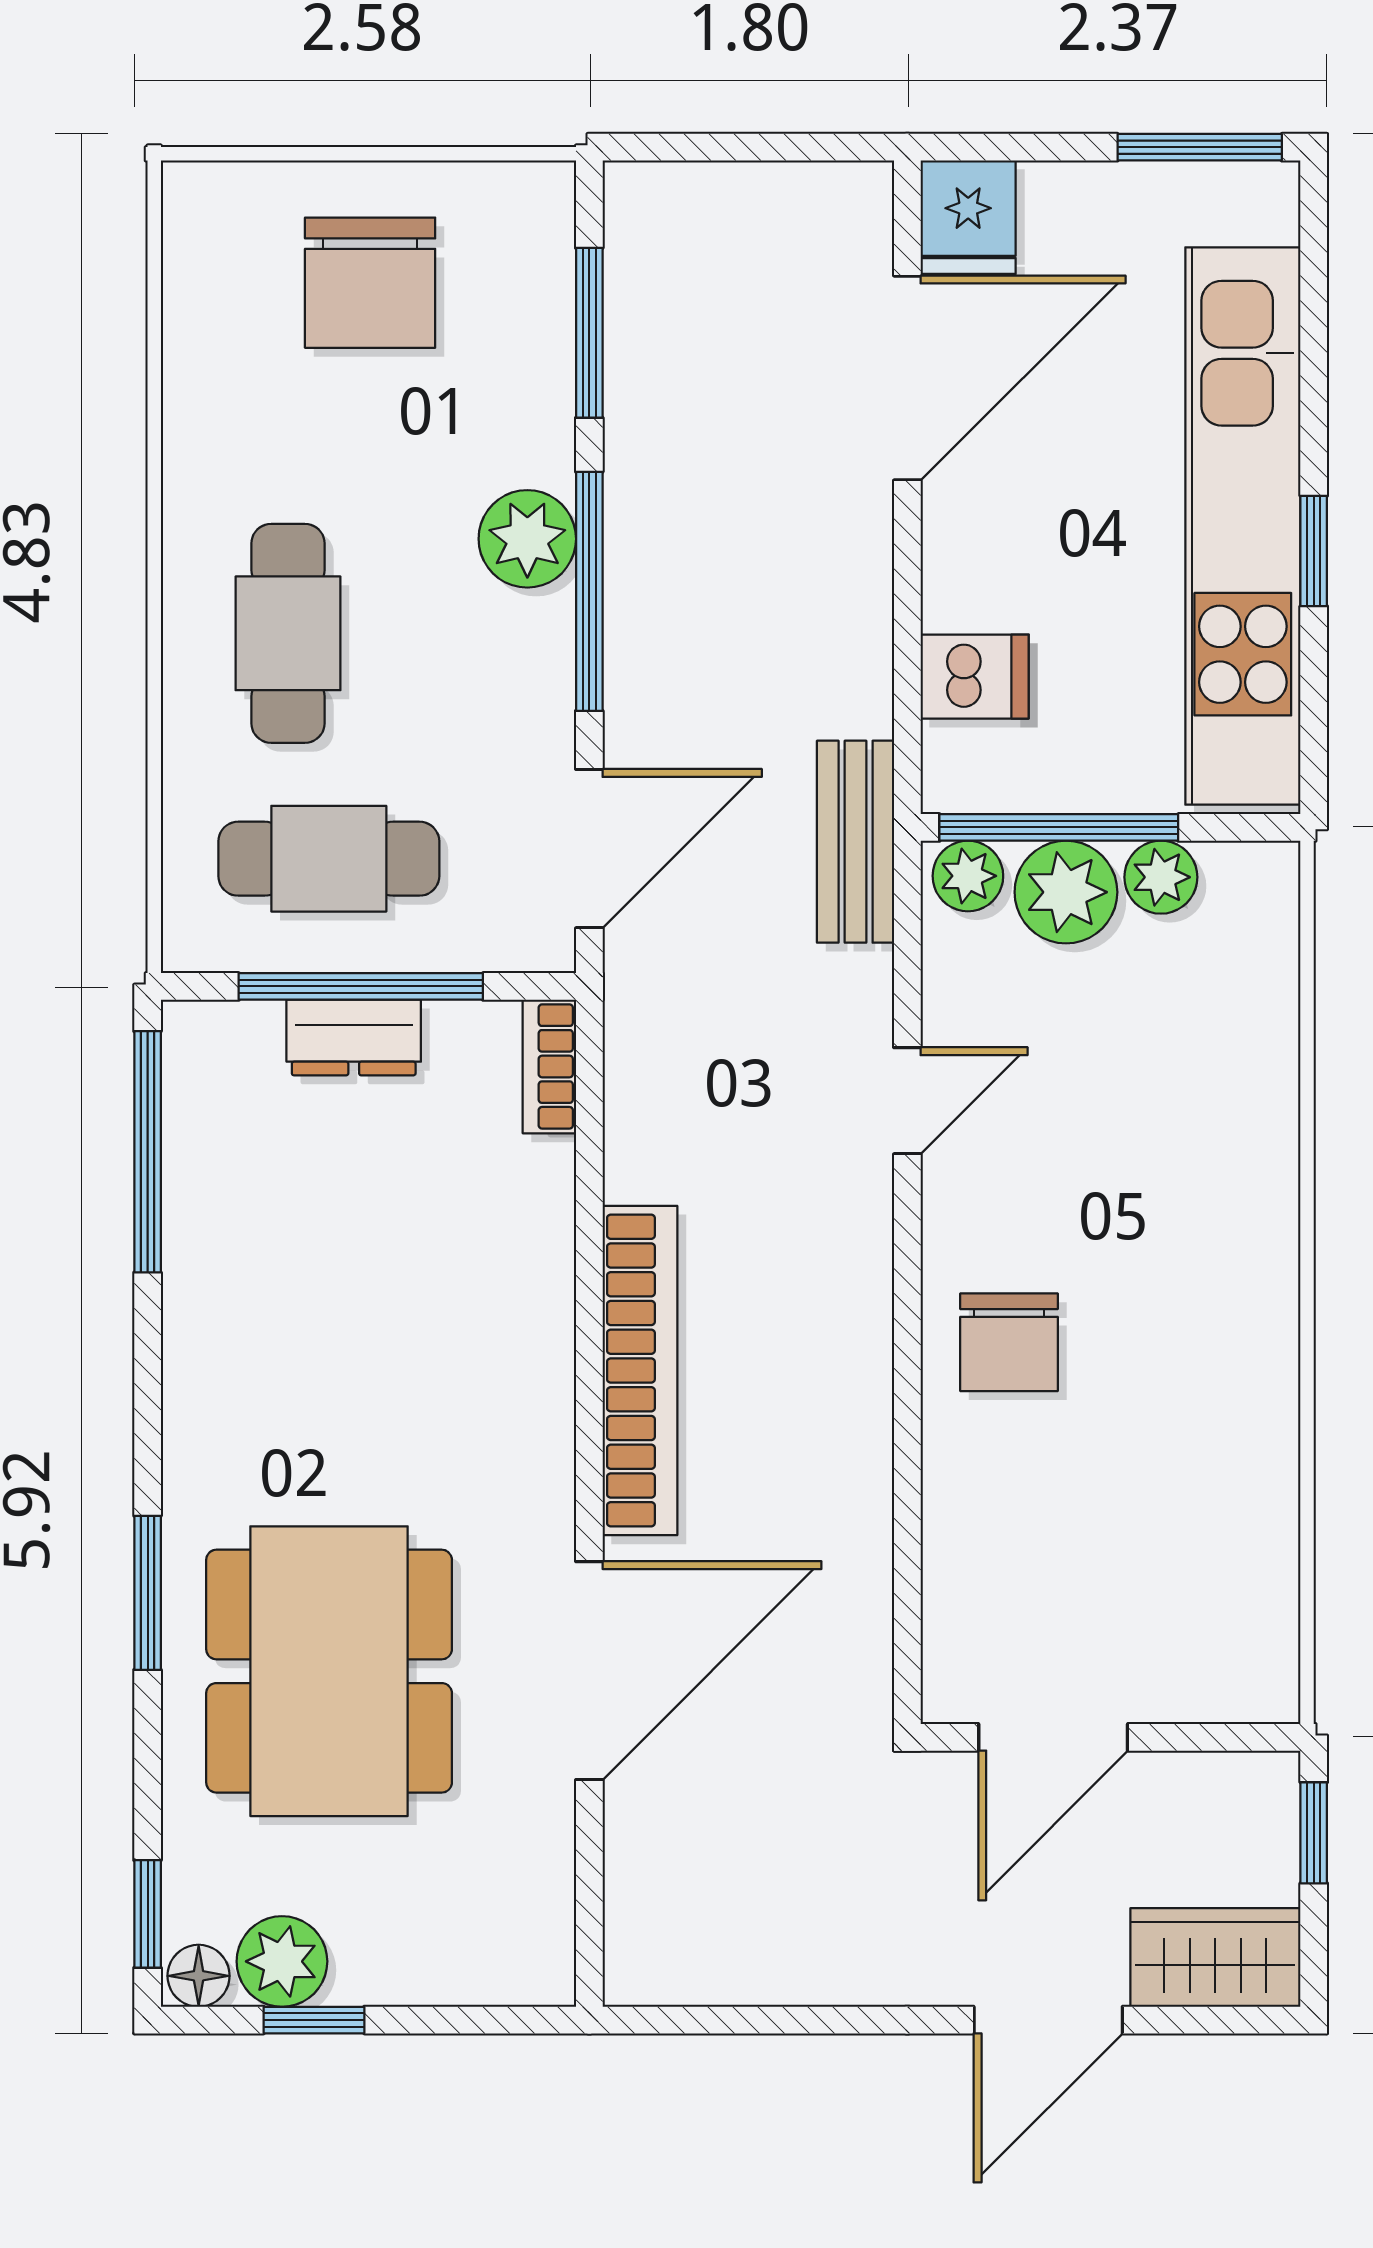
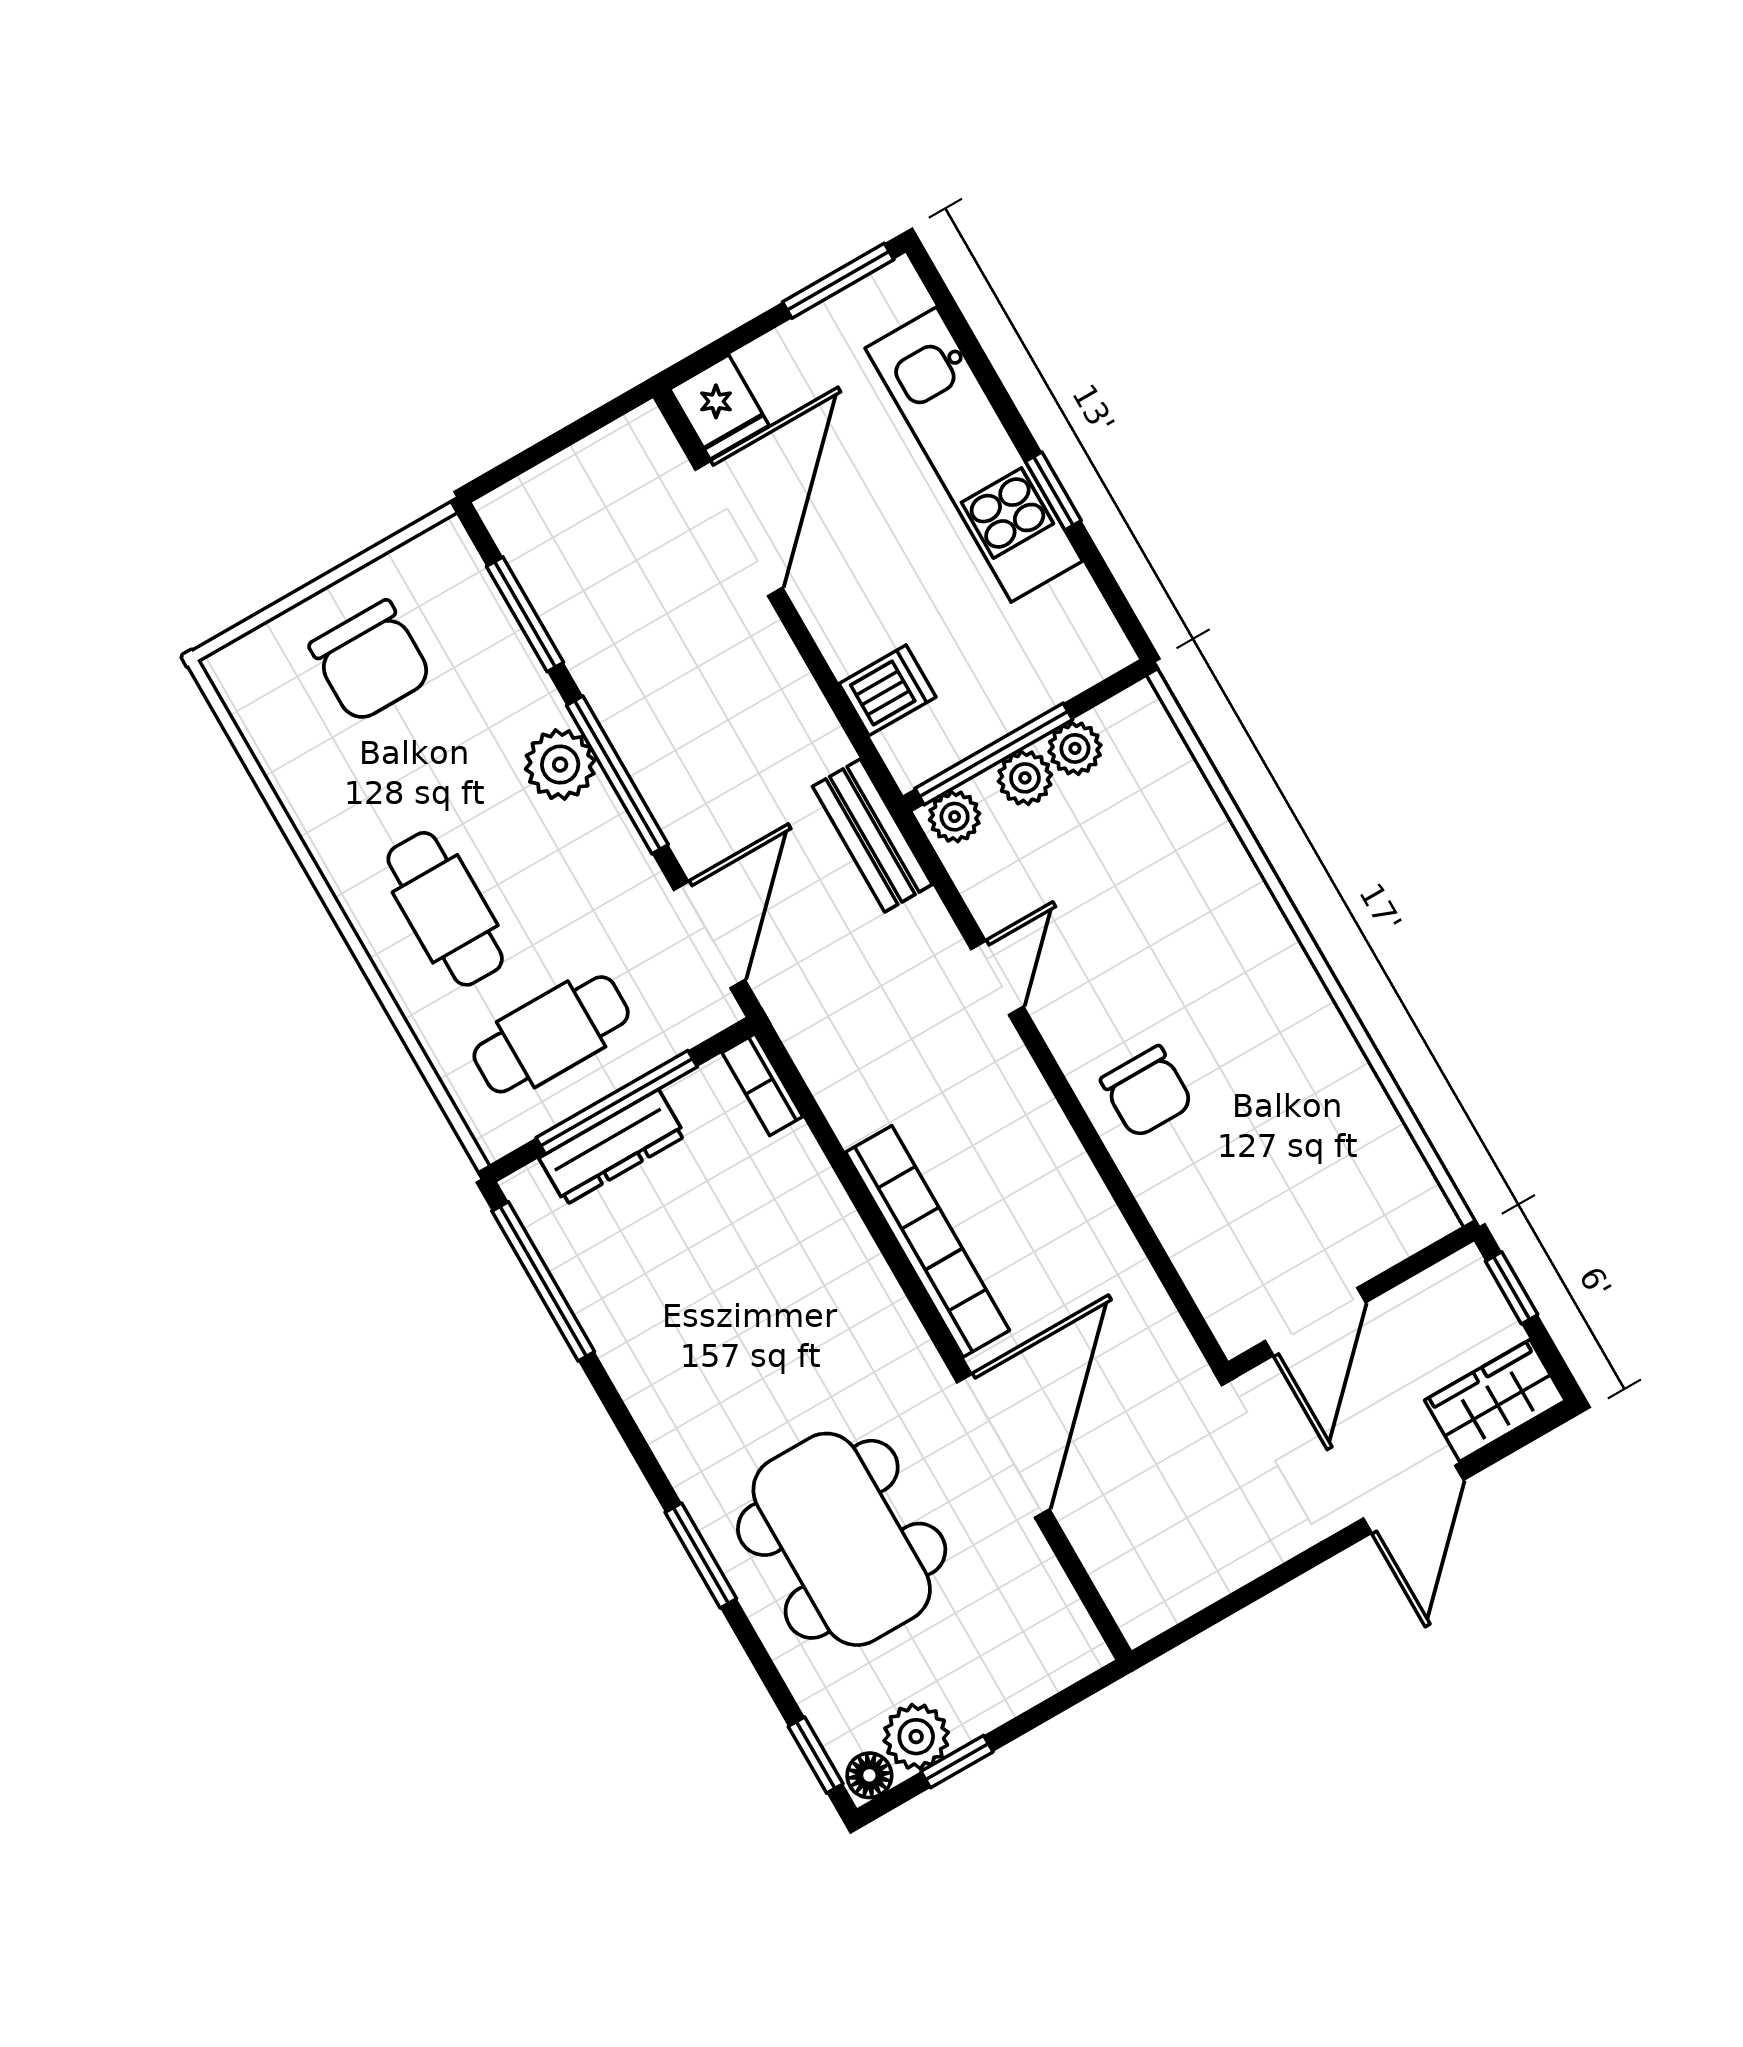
kitchen unit: (1243, 526) -> (974, 455), width x0.73
plant: (1066, 892) -> (1025, 778), width x0.73, depth x0.73
dresser: (354, 1038) -> (612, 1147), width x1.44

